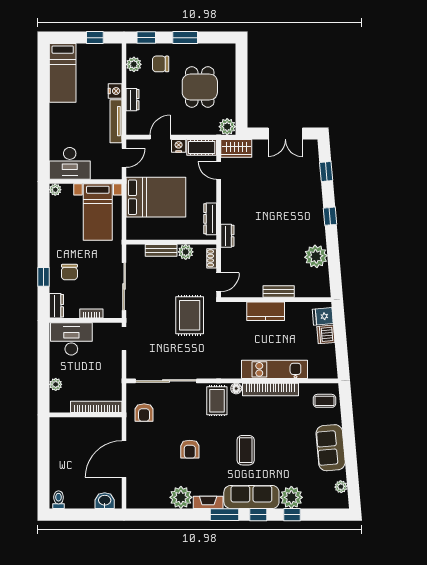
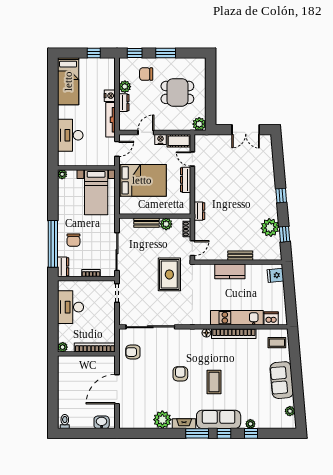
plant: (134, 64) -> (125, 87), moved
dining table: (200, 87) -> (177, 92), turned 90
wardrobe: (236, 148) -> (206, 141), removed
desk: (70, 163) -> (70, 135), moved, turned 90
window: (326, 171) -> (285, 234), moved
dresser: (210, 219) -> (186, 180), moved
window: (43, 277) -> (53, 244), width x3.17
dishwasher: (326, 334) -> (271, 318), moved, turned 95
desk: (71, 339) -> (70, 307), moved, turned -90
plant: (56, 384) -> (63, 347), moved
rug: (217, 401) -> (191, 343), removed
armchair: (144, 413) -> (133, 352), turned 90
armchair: (190, 449) -> (180, 374), moved, turned 180
plant: (291, 497) -> (250, 424), width x0.53, depth x0.53

